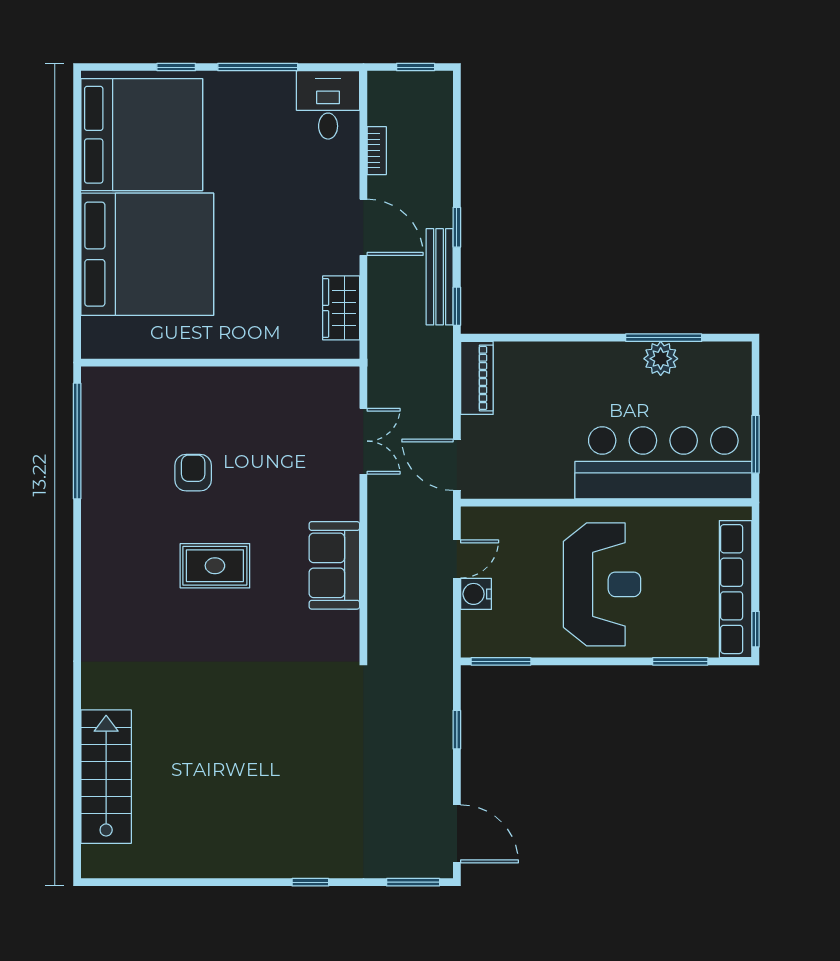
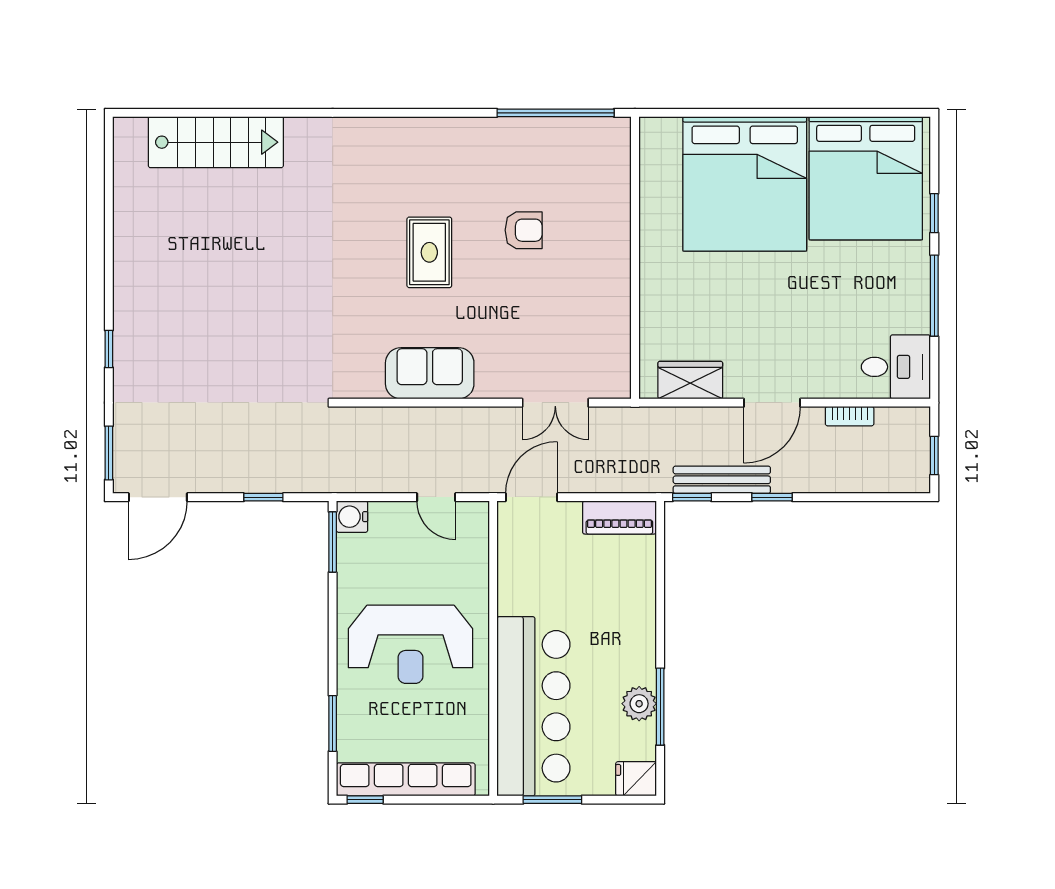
fridge: (735, 362) -> (636, 779), added
water cooler: (476, 594) -> (352, 517), moved, turned -90

